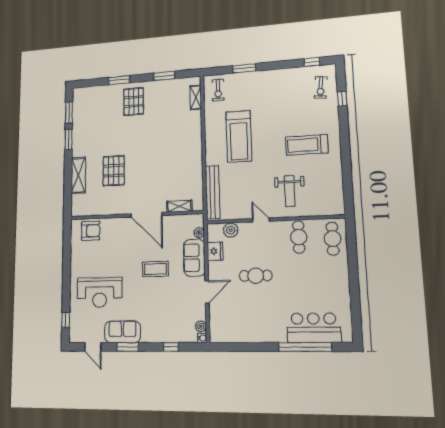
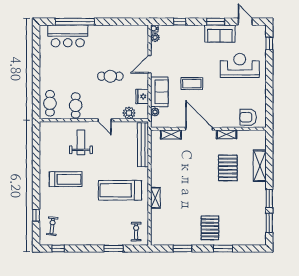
shelving: (196, 97) -> (155, 198), moved
treadmill: (239, 136) -> (120, 190), turned -90
shelving: (115, 210) -> (227, 134), added

